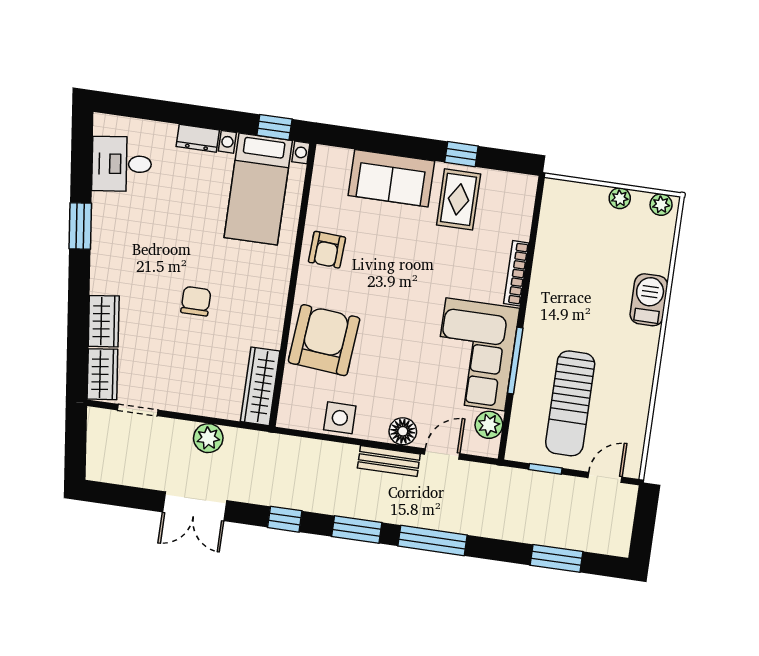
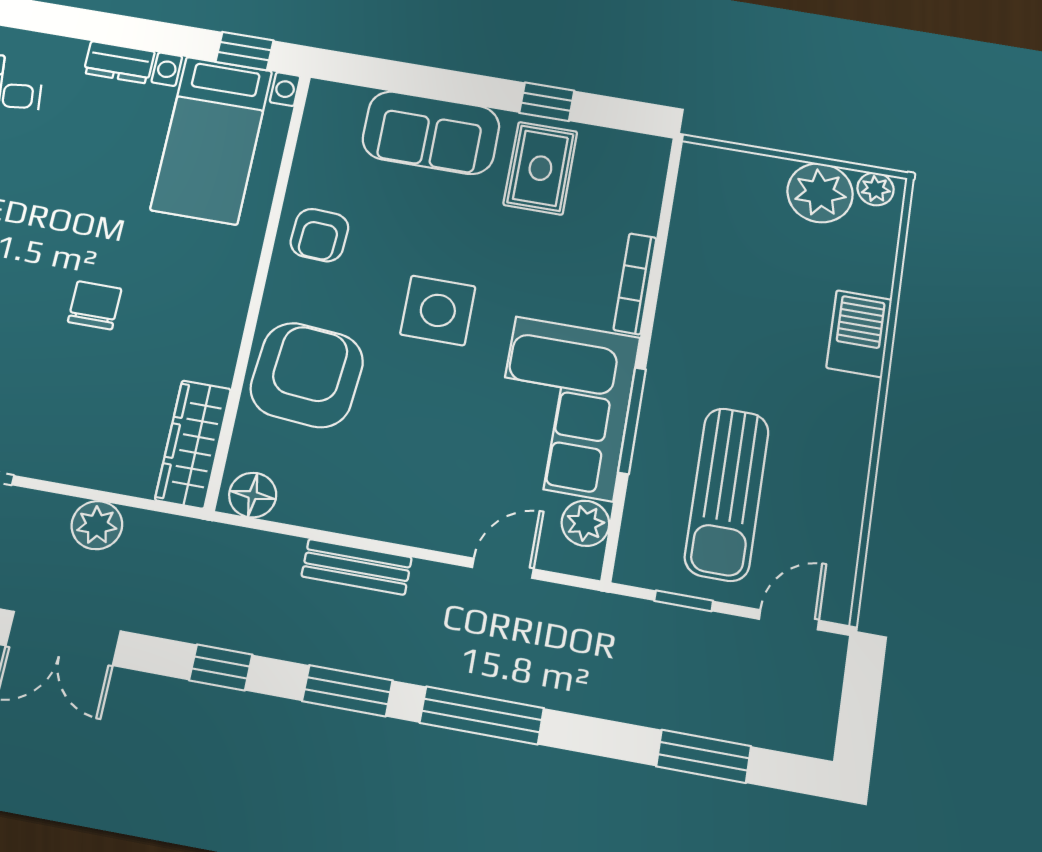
plant: (620, 198) -> (820, 193), width x1.87, depth x1.87
side table: (340, 418) -> (438, 310), moved, width x1.37, depth x1.37
floor lamp: (403, 431) -> (253, 495), moved
bench: (389, 461) -> (357, 567), moved

